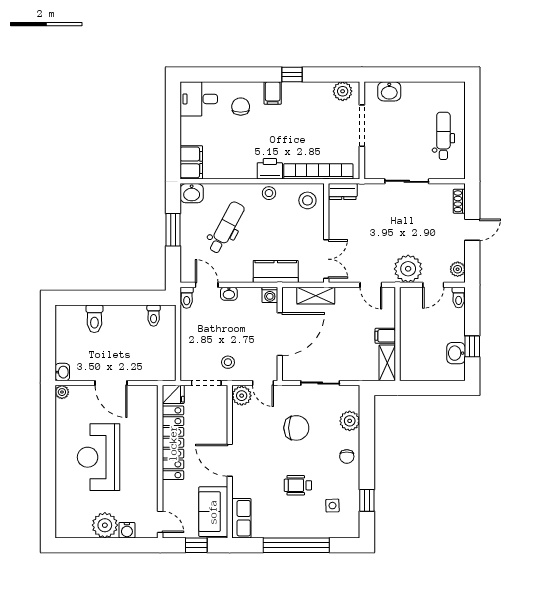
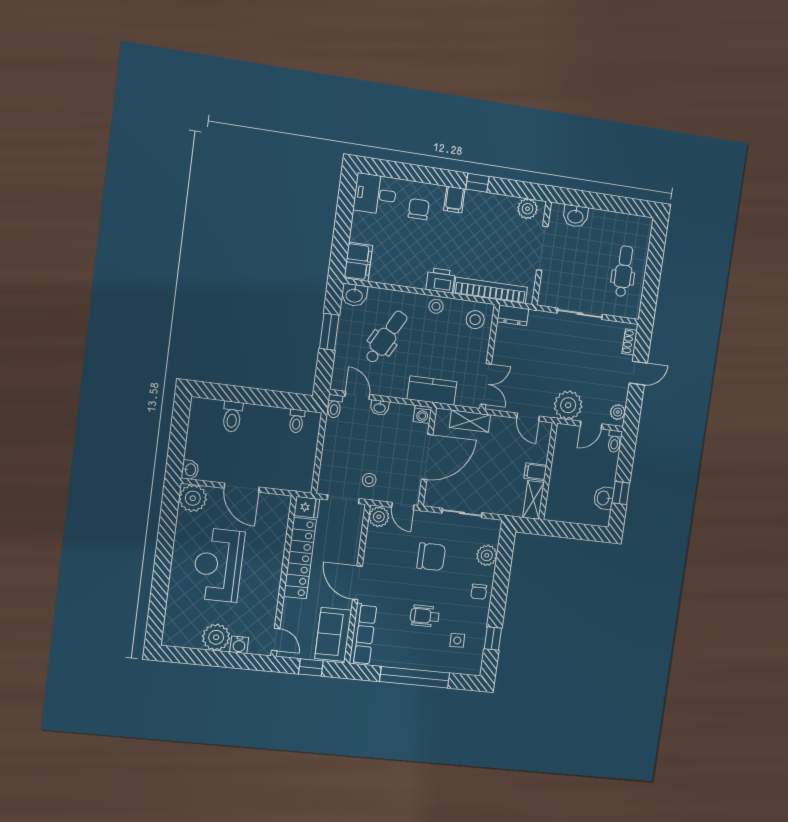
plant: (62, 392) -> (193, 498), width x1.88, depth x1.88
row of seats: (241, 518) -> (363, 634), width x1.48

